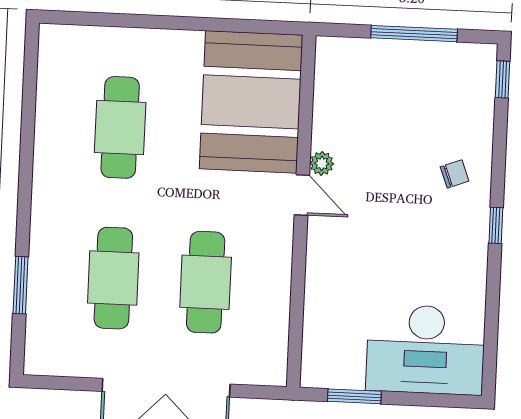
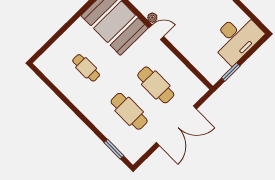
cafe table: (120, 127) -> (86, 68), width x0.73, depth x0.74
window: (21, 285) -> (114, 149), moved

